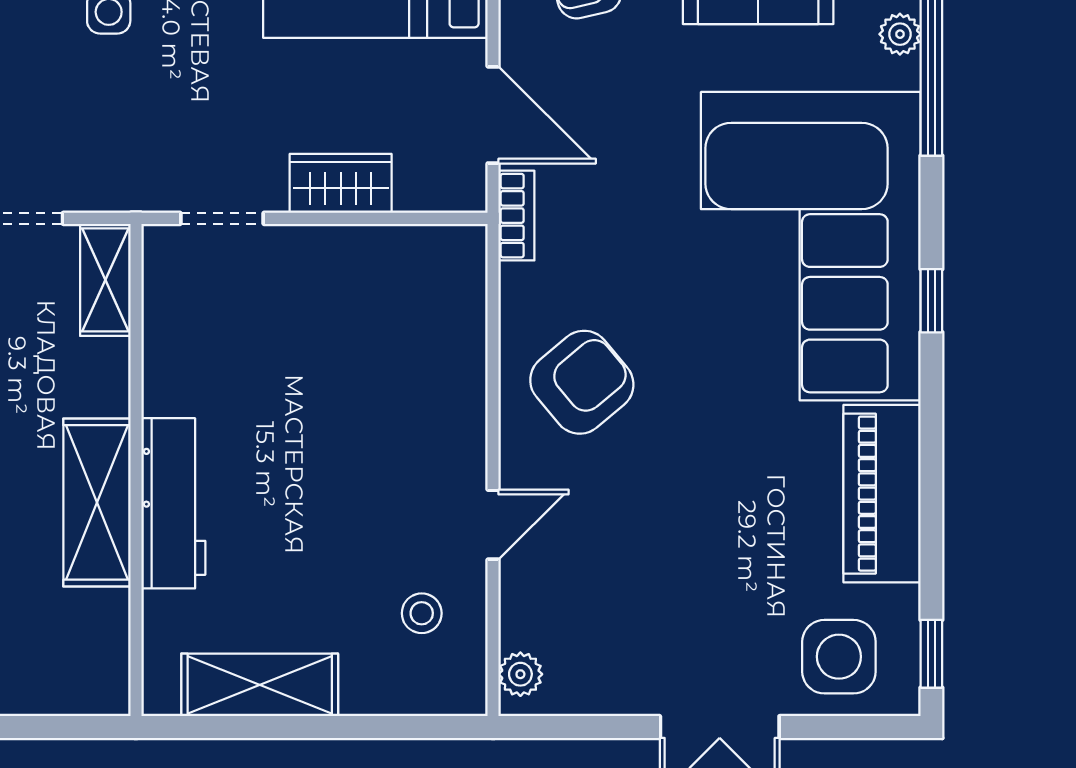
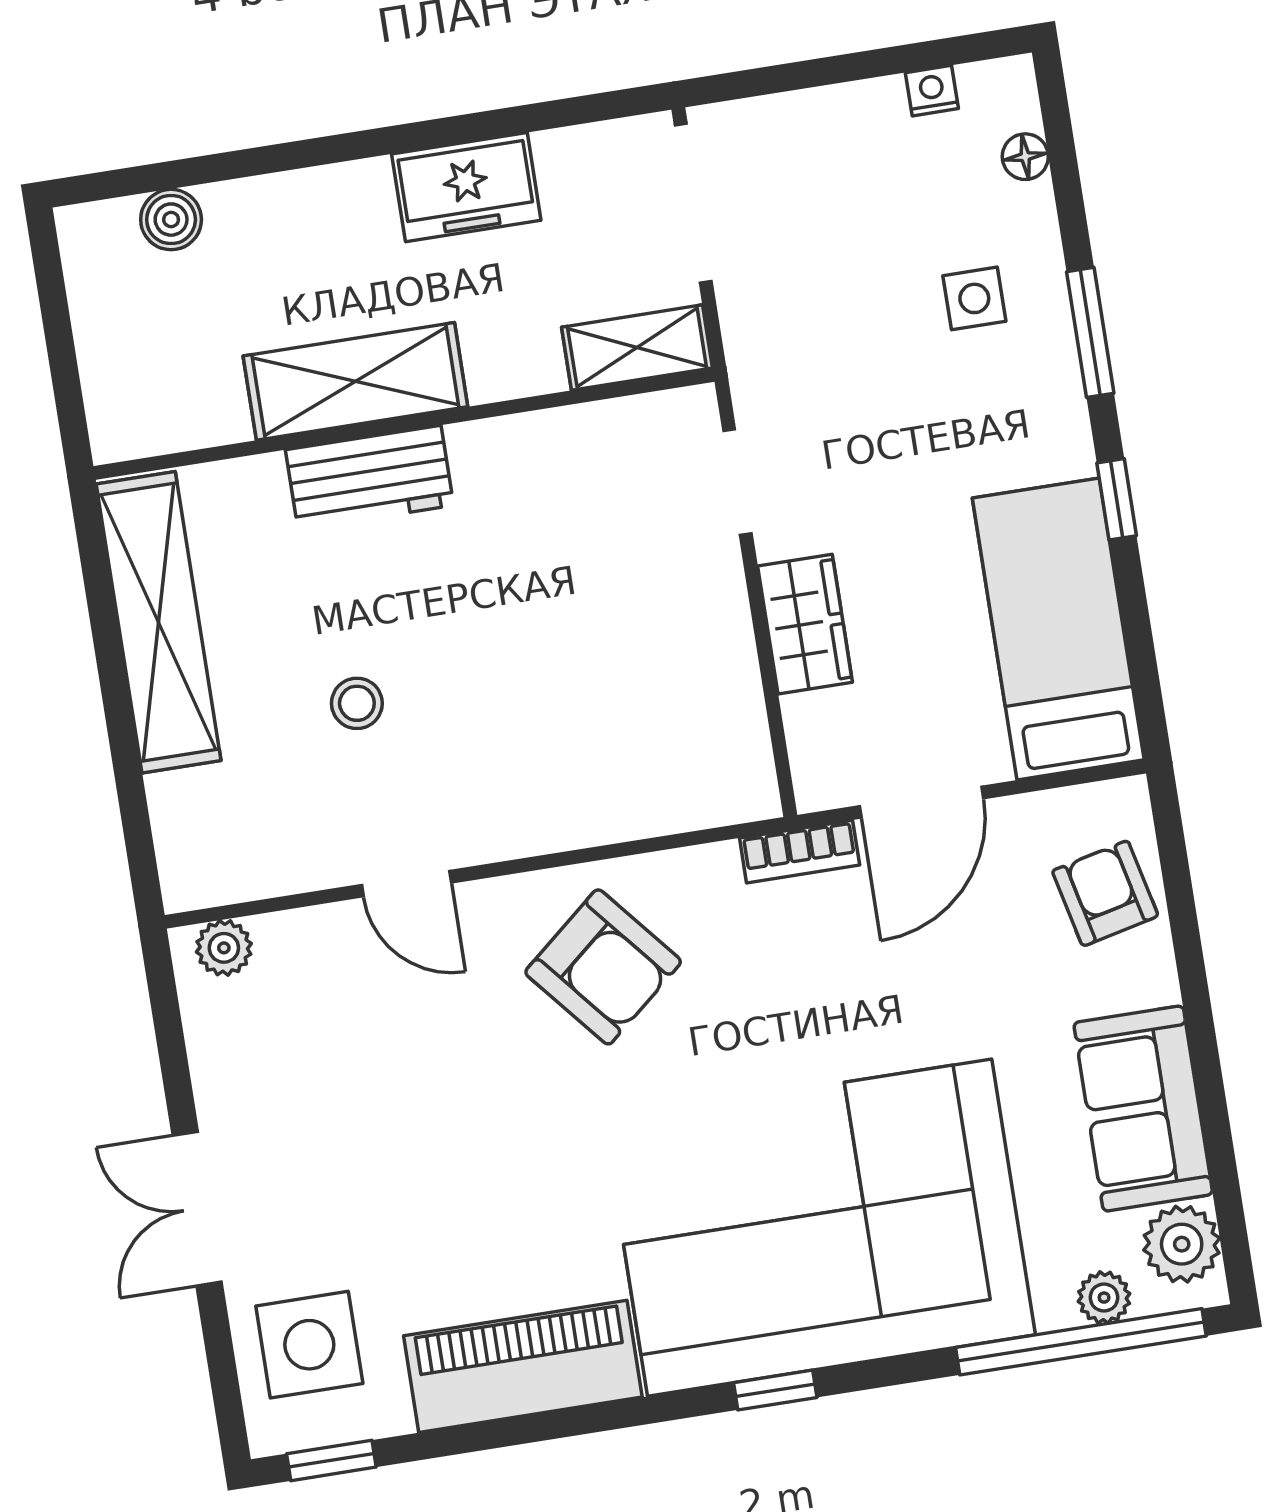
workbench: (173, 503) -> (370, 478), width x0.73
stool: (422, 613) -> (357, 703), moved
shelving: (260, 685) -> (159, 622), width x1.47

